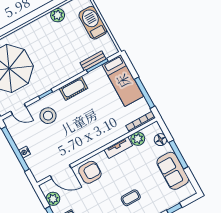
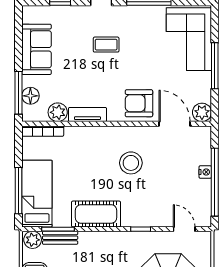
plant: (110, 50) -> (33, 240), added
cot: (73, 88) -> (96, 214), width x1.37, depth x1.34
window: (144, 93) -> (18, 191), moved
stool: (48, 116) -> (131, 163), moved
window: (178, 155) -> (18, 93), moved
plant: (53, 199) -> (202, 112), moved

